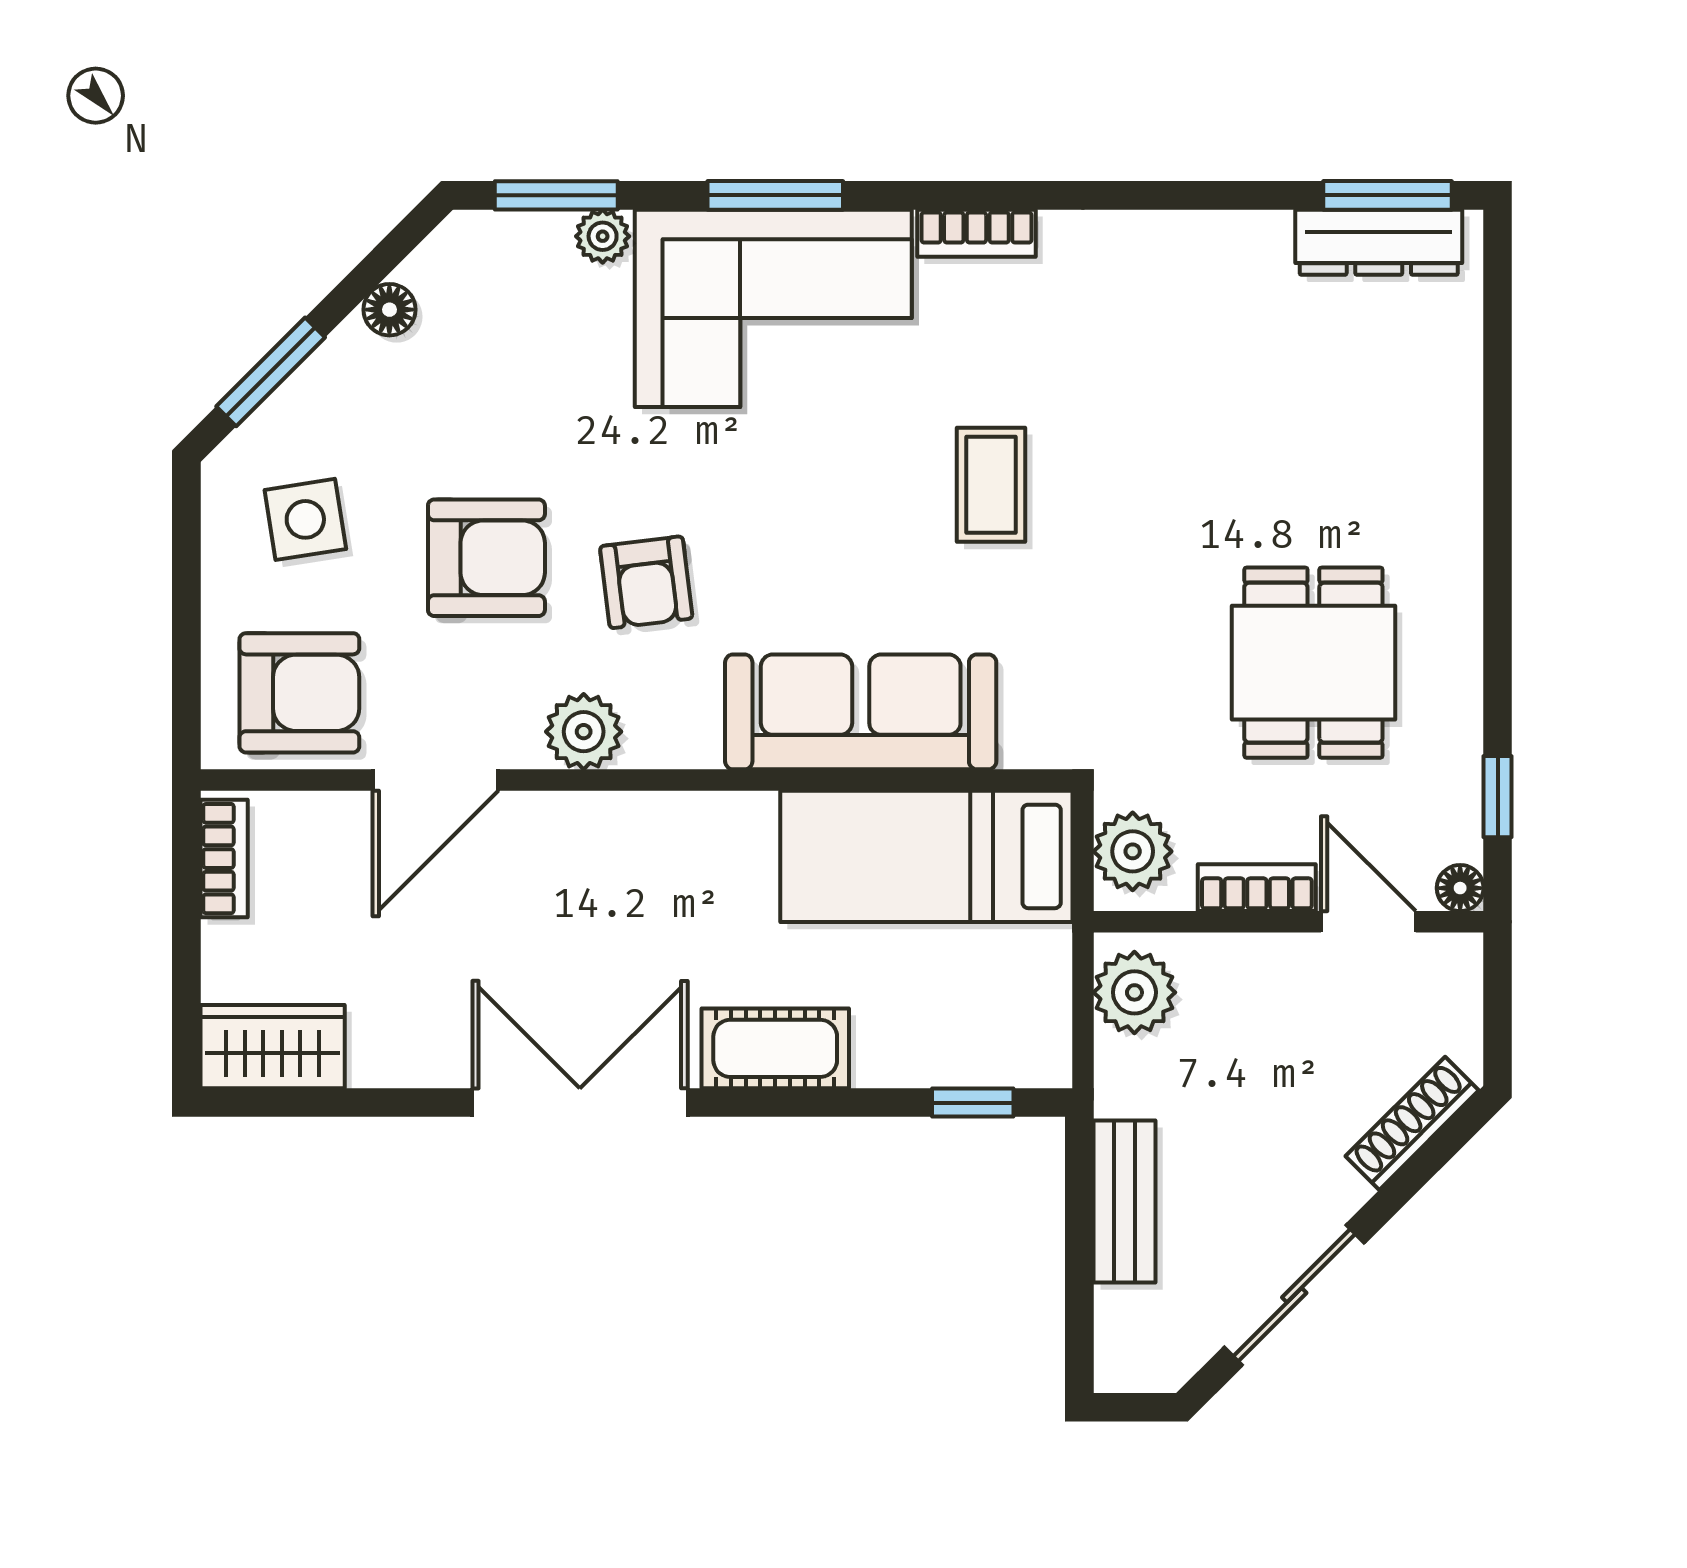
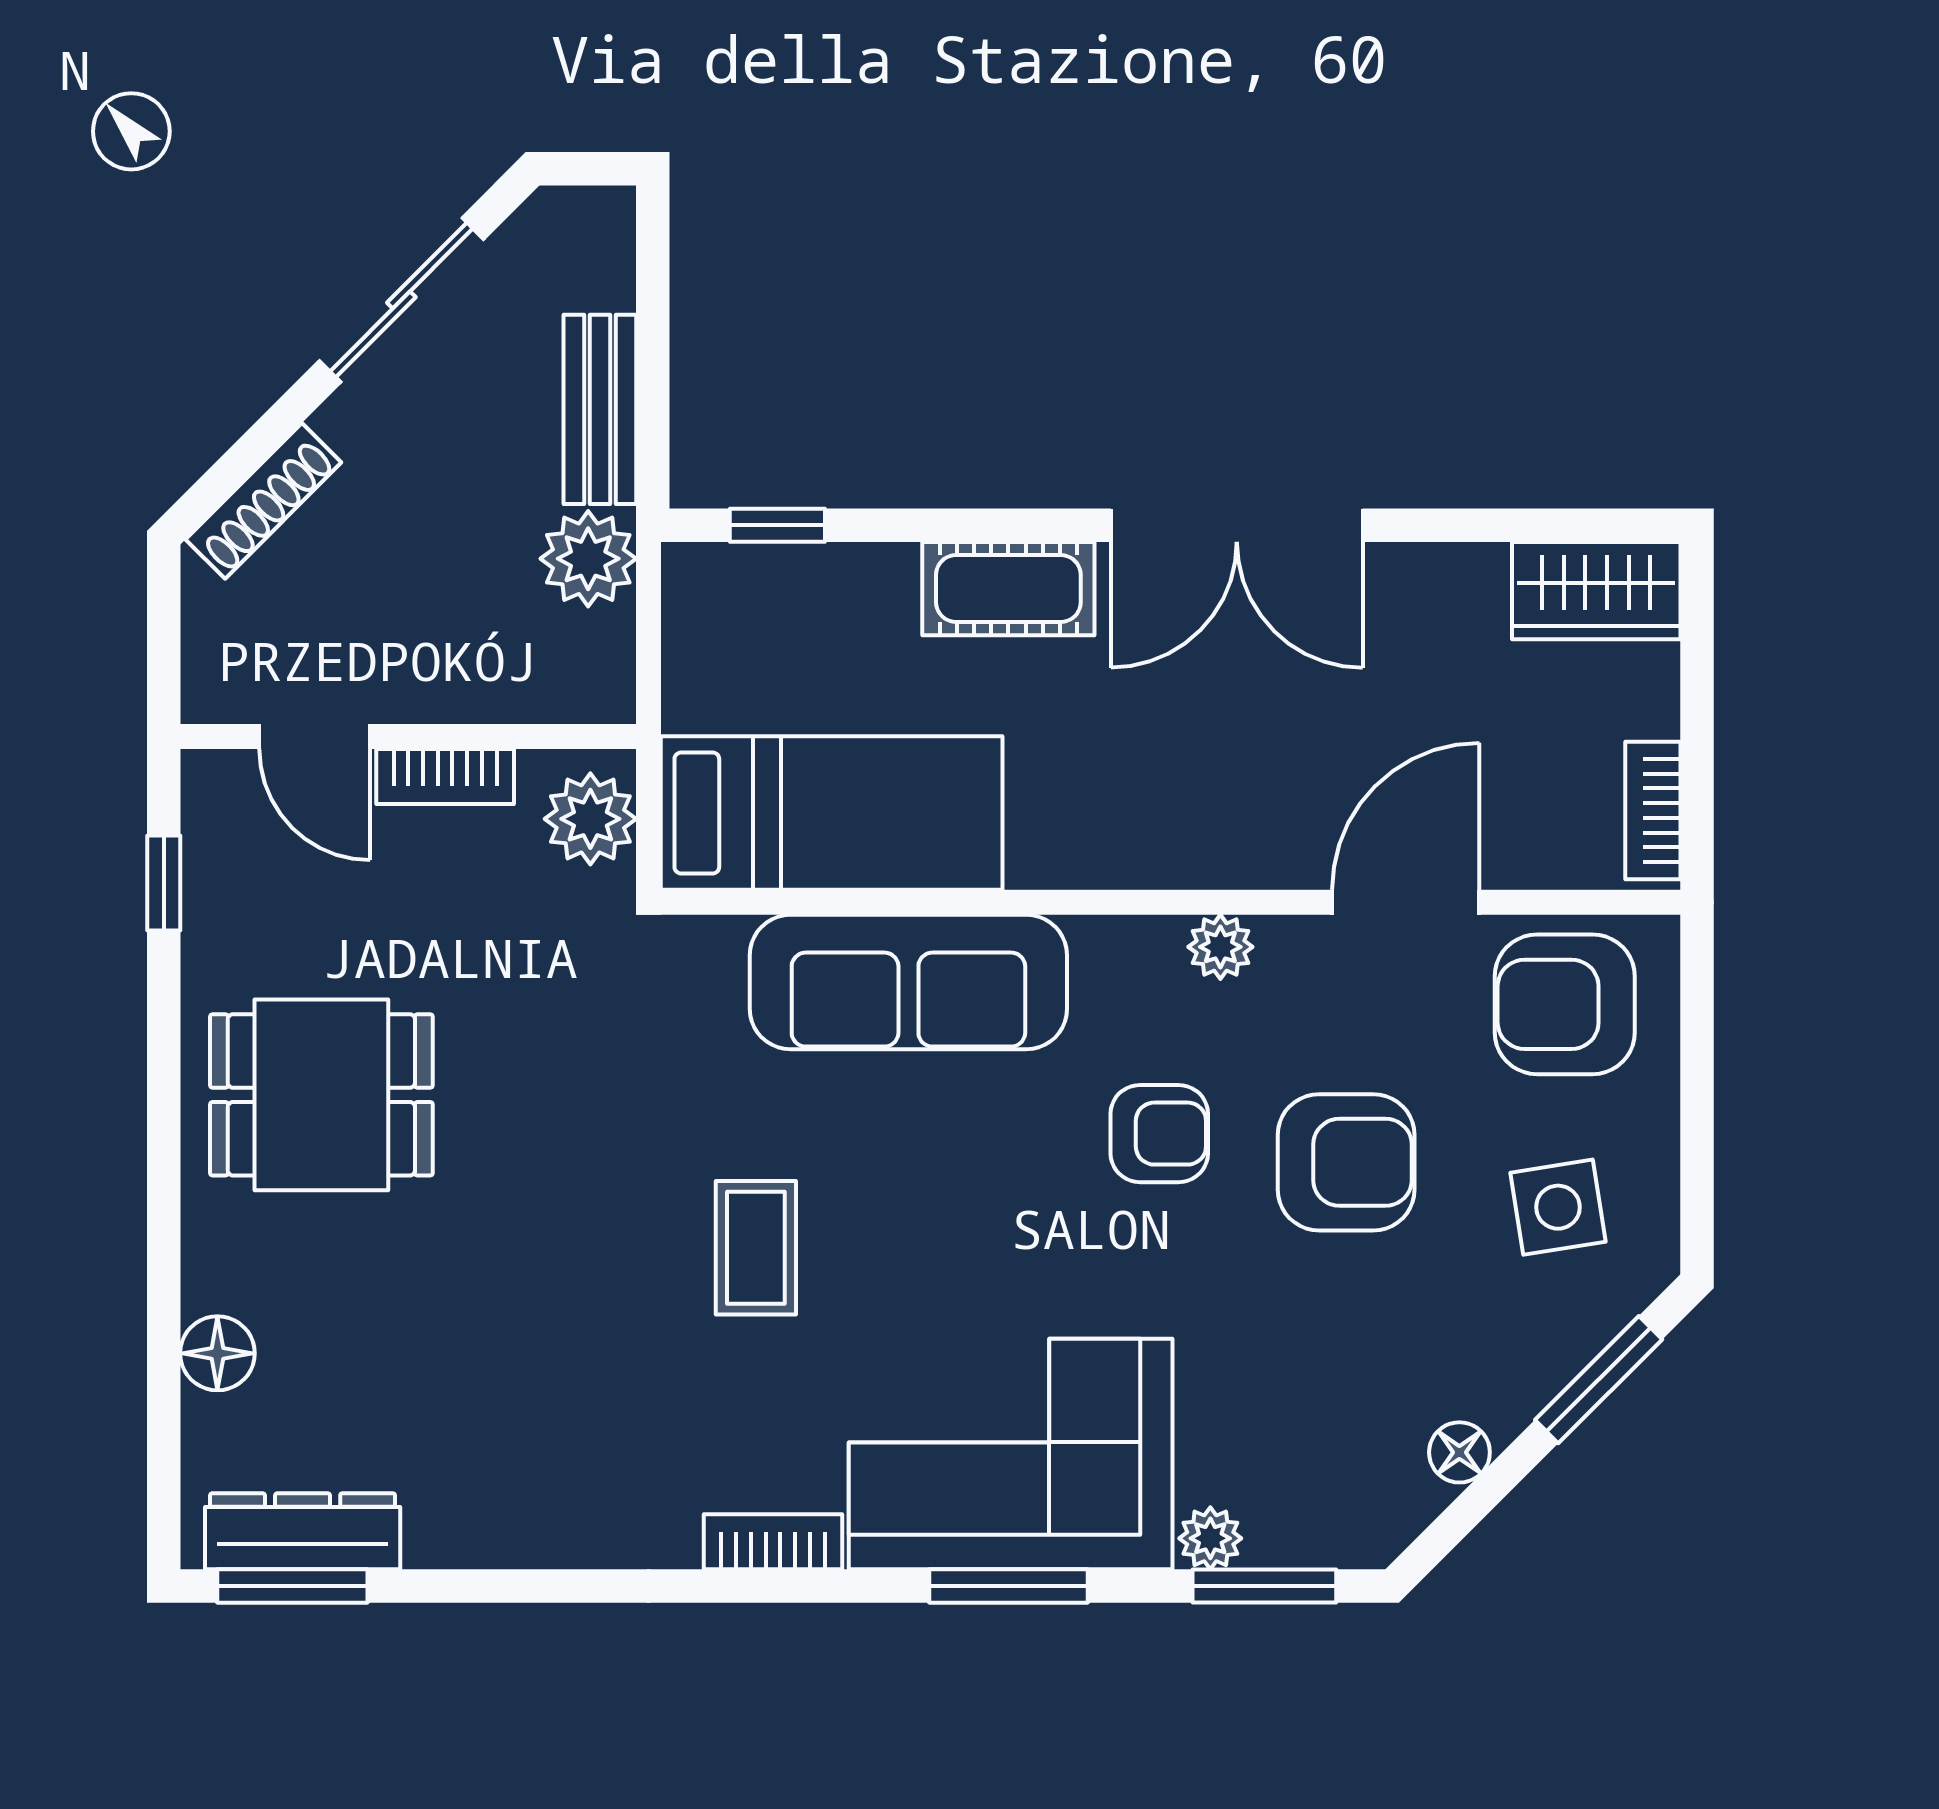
armchair: (486, 558) -> (1346, 1162), turned 180
armchair: (646, 582) -> (1159, 1134), turned 97
dining table: (1313, 663) -> (321, 1095), moved, turned 90
plant: (584, 732) -> (1220, 947), width x0.73, depth x0.73
floor lamp: (1460, 888) -> (217, 1353), moved, width x1.37, depth x1.37
plant: (1134, 992) -> (588, 559), moved

